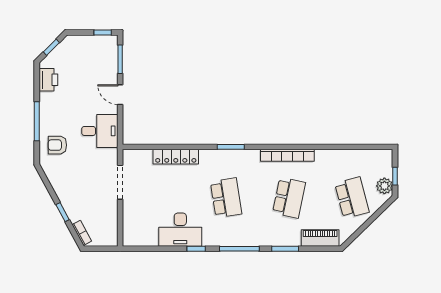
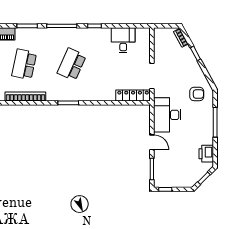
desk: (100, 131) -> (167, 115), width x1.37
armchair: (57, 145) -> (197, 94), moved
locker: (176, 157) -> (133, 95), moved
school desk: (226, 198) -> (72, 64), turned 33
desk: (180, 230) -> (123, 40), moved, width x0.73

